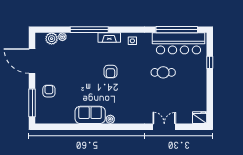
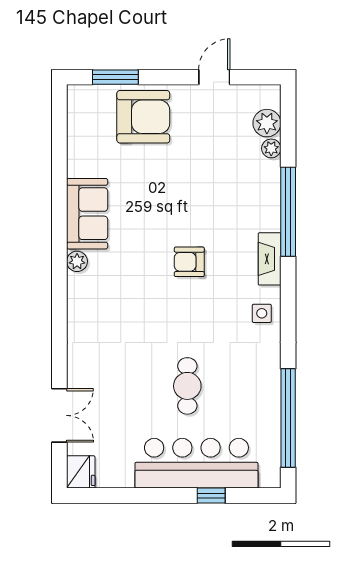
bar counter: (178, 43) -> (196, 463), moved, turned 90
door: (32, 61) -> (214, 77), width x0.53
armchair: (49, 91) -> (143, 117), width x1.88, depth x1.88
window: (32, 103) -> (115, 77), width x0.69
double door: (164, 127) -> (59, 415), moved

